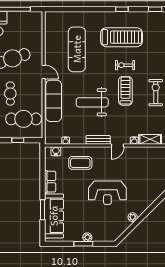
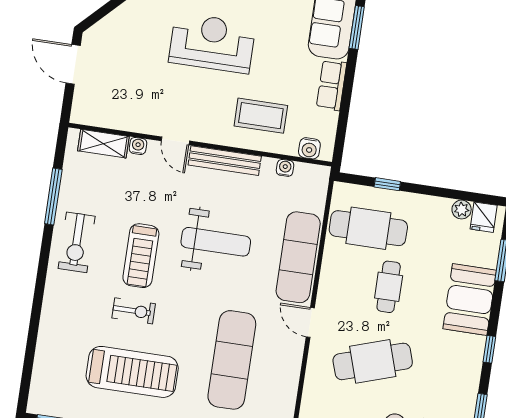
treadmill: (122, 37) -> (132, 372), turned 180
bench: (98, 140) -> (225, 161), width x1.36
door: (118, 146) -> (175, 141), swing flipped

